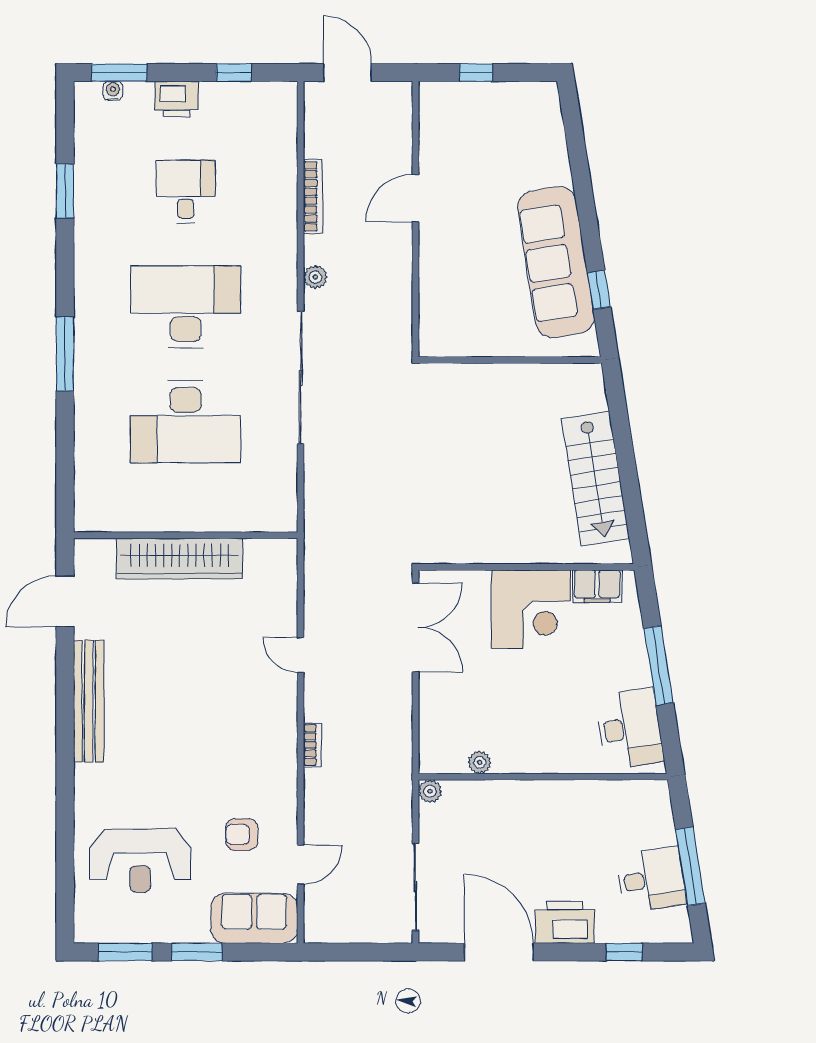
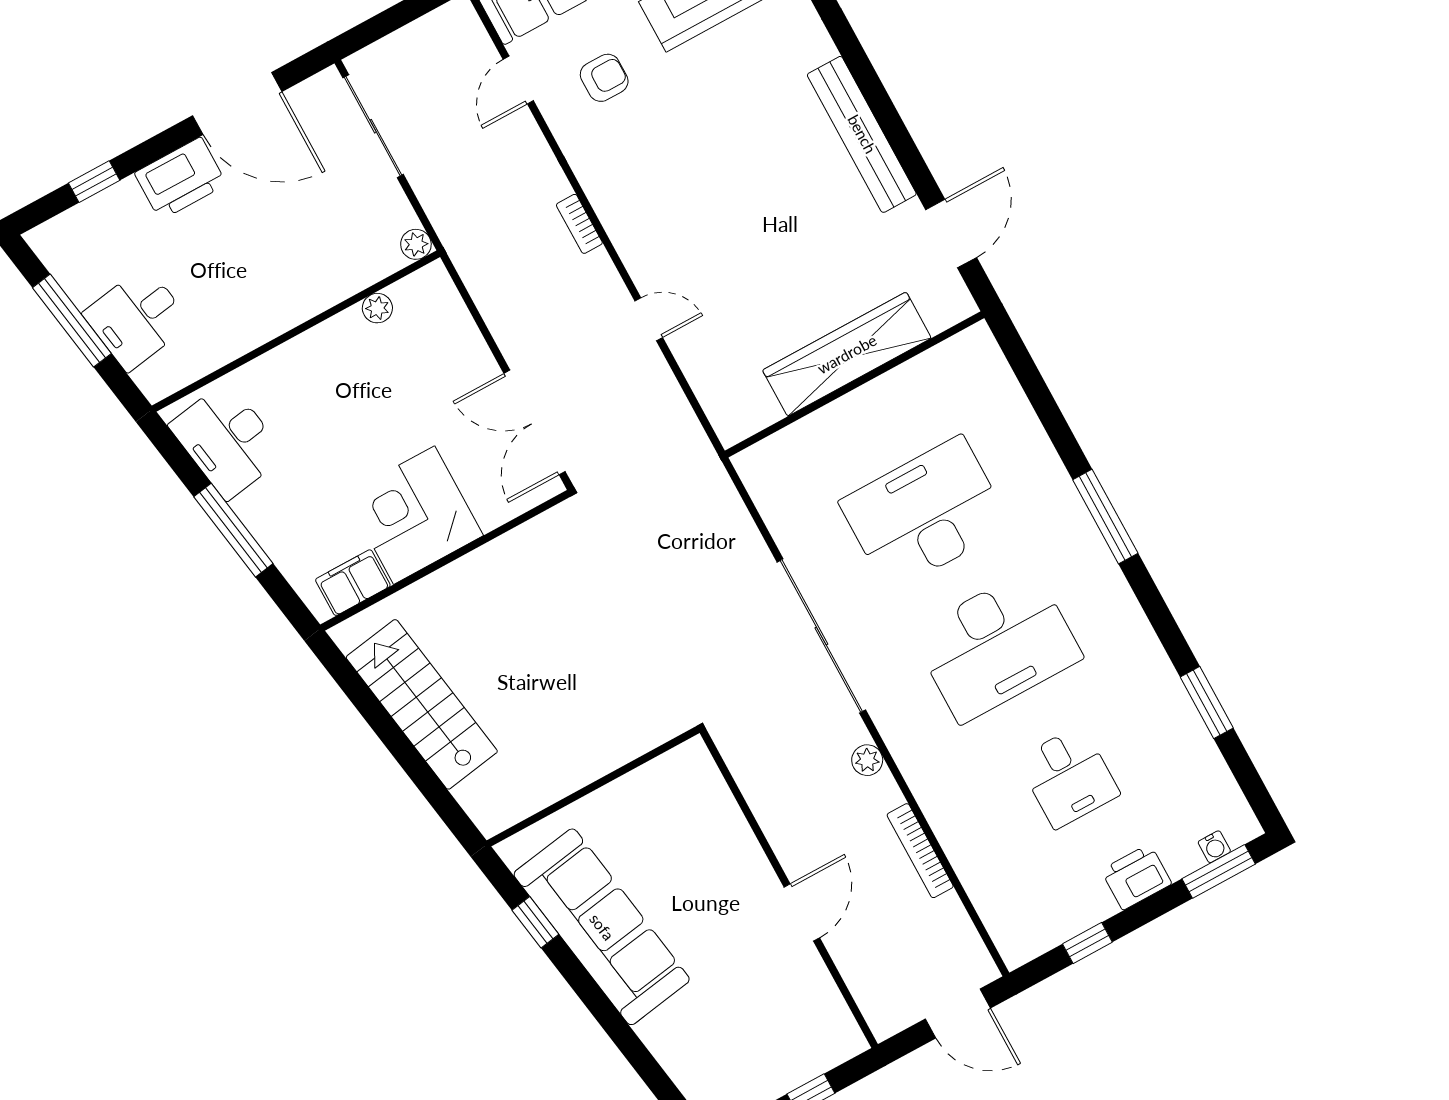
desk: (651, 880) -> (137, 318), moved

